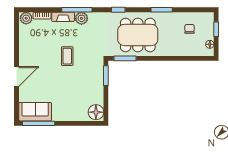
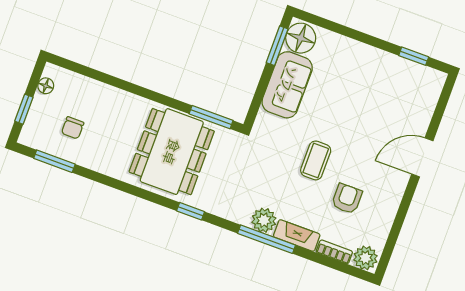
window: (162, 10) -> (54, 161), moved
dining table: (138, 35) -> (172, 152), turned 90
armchair: (46, 43) -> (347, 199), added
window: (106, 76) -> (277, 46), moved
sofa: (35, 112) -> (287, 85), moved, turned -90
window: (39, 123) -> (414, 56), width x0.46

